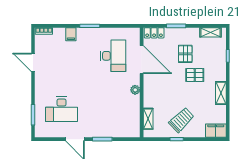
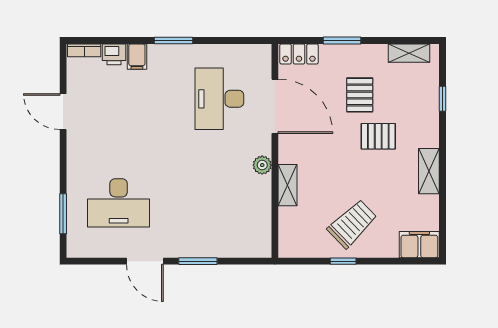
printer: (59, 33) -> (114, 54), added
desk: (113, 56) -> (219, 99), turned 180
shelving: (148, 119) -> (288, 185), moved

